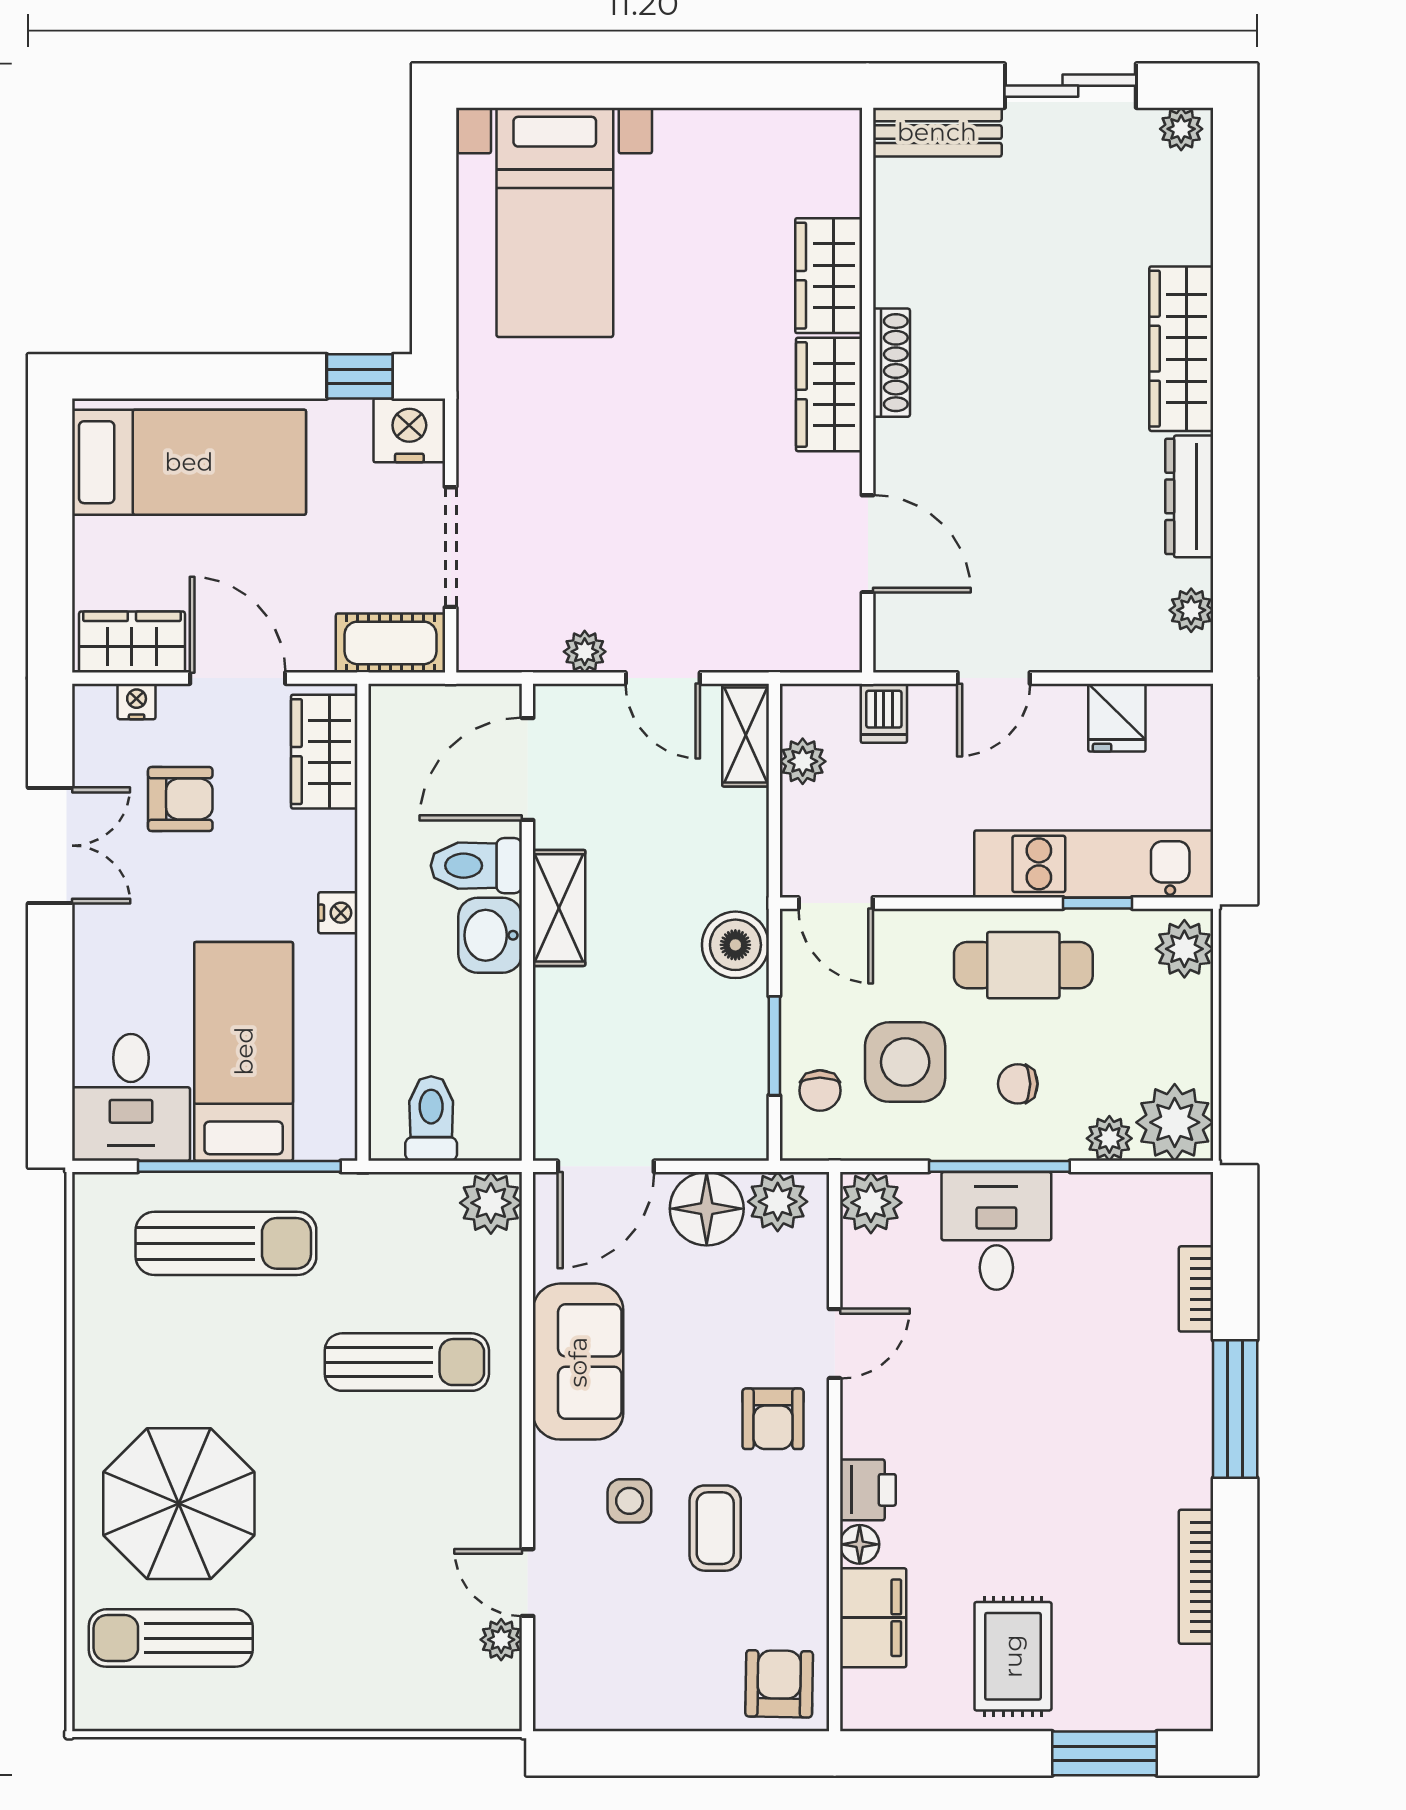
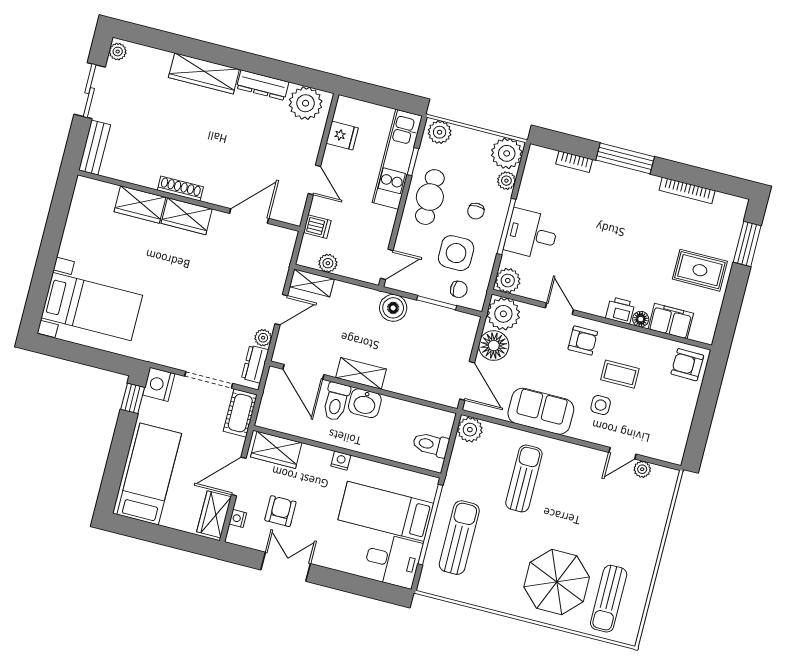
plant: (1191, 610) -> (306, 103), width x1.87, depth x1.87
dresser: (517, 649) -> (255, 364), added
plant: (778, 1202) -> (503, 314), width x1.36, depth x1.36

